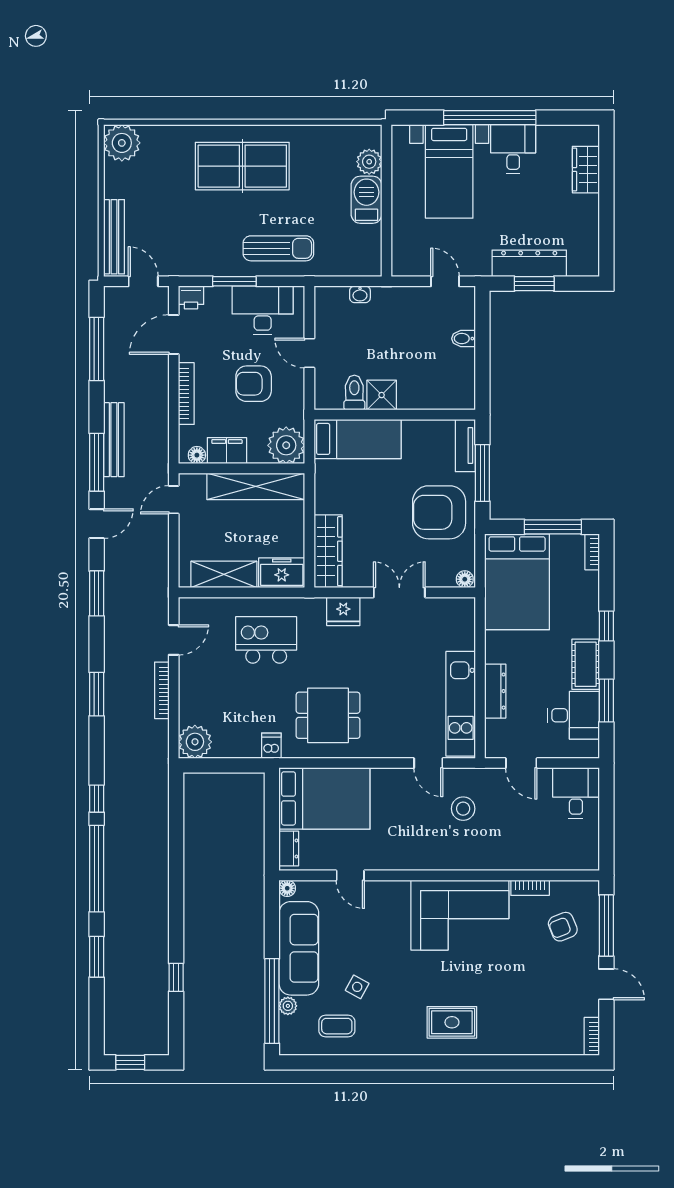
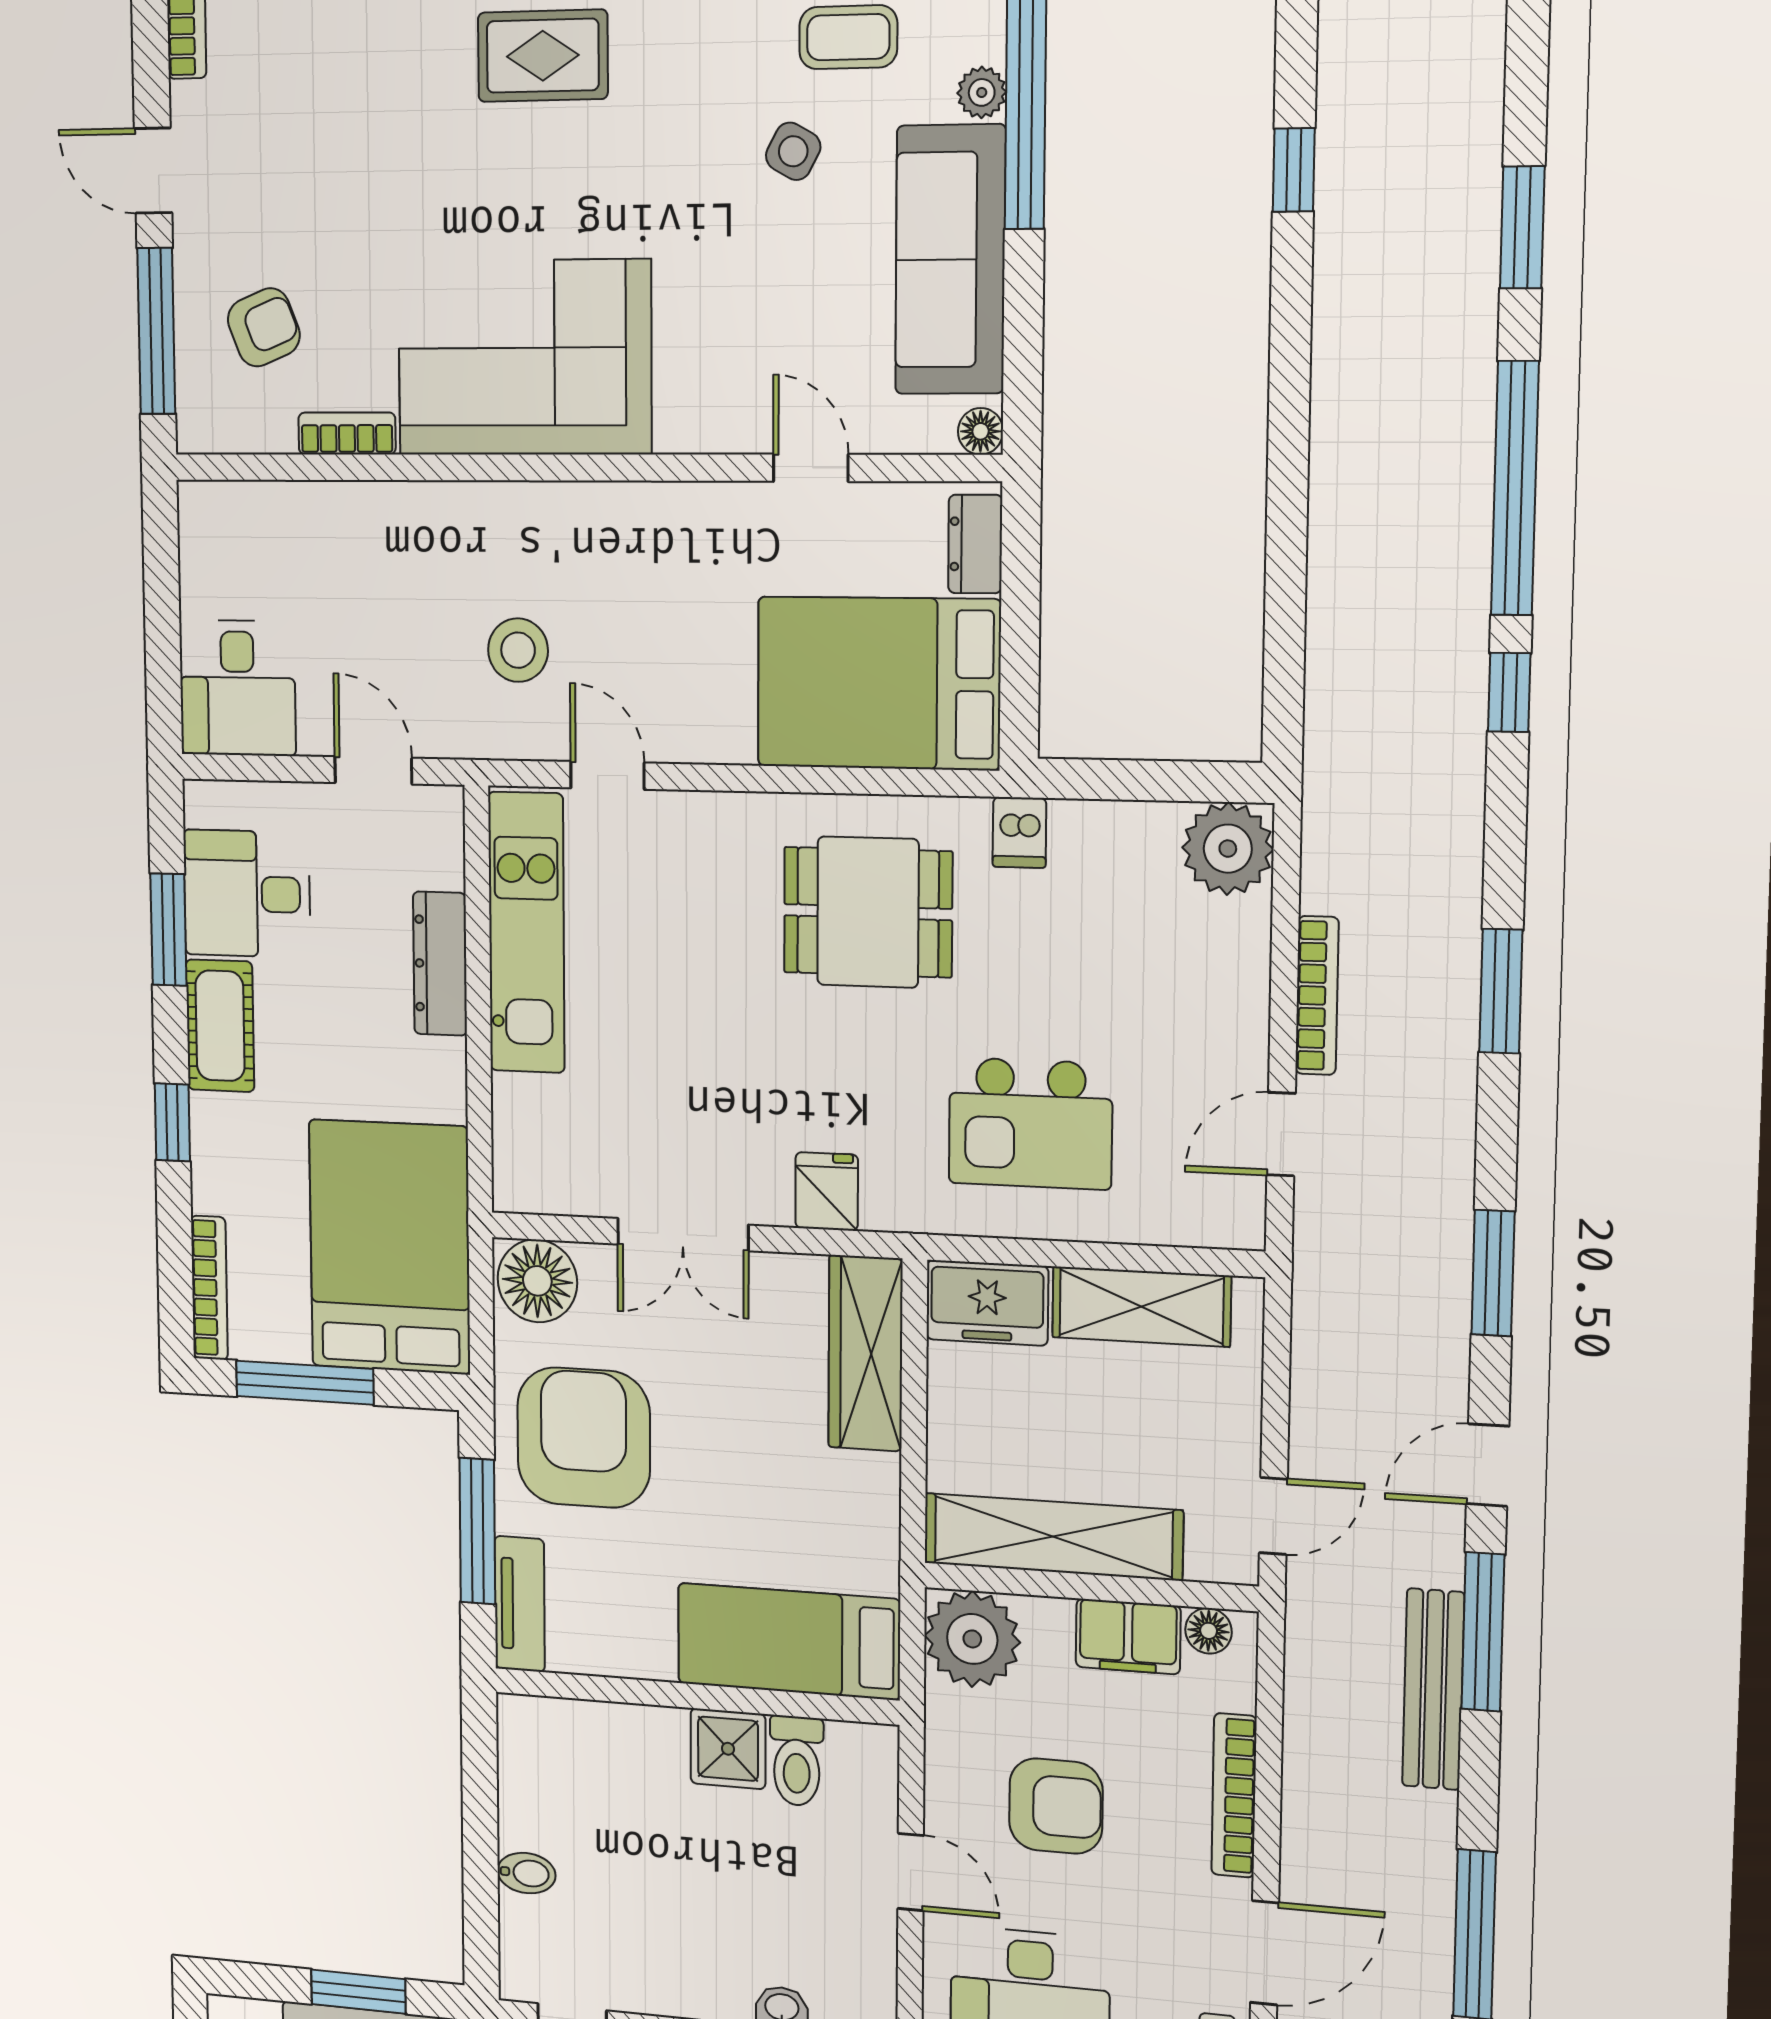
armchair: (439, 512) -> (584, 1438), turned -90
bookcase: (592, 552) -> (209, 1288), width x1.56
floor lamp: (465, 579) -> (537, 1281), width x1.89, depth x1.89
fridge: (343, 611) -> (827, 1191), width x0.72

